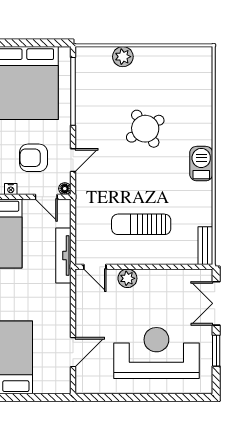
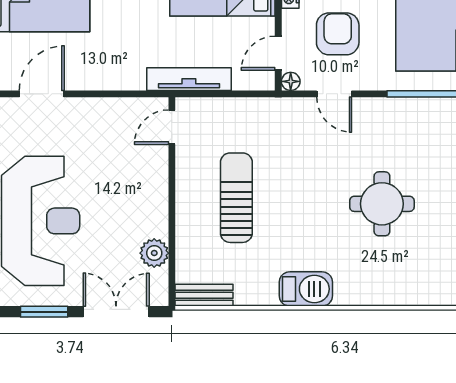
round table: (145, 129) -> (382, 204), turned 32
barbecue: (201, 164) -> (306, 289), moved
plant: (127, 278) -> (154, 253), moved
door: (73, 352) -> (42, 94), swing flipped

